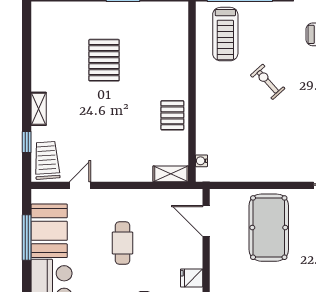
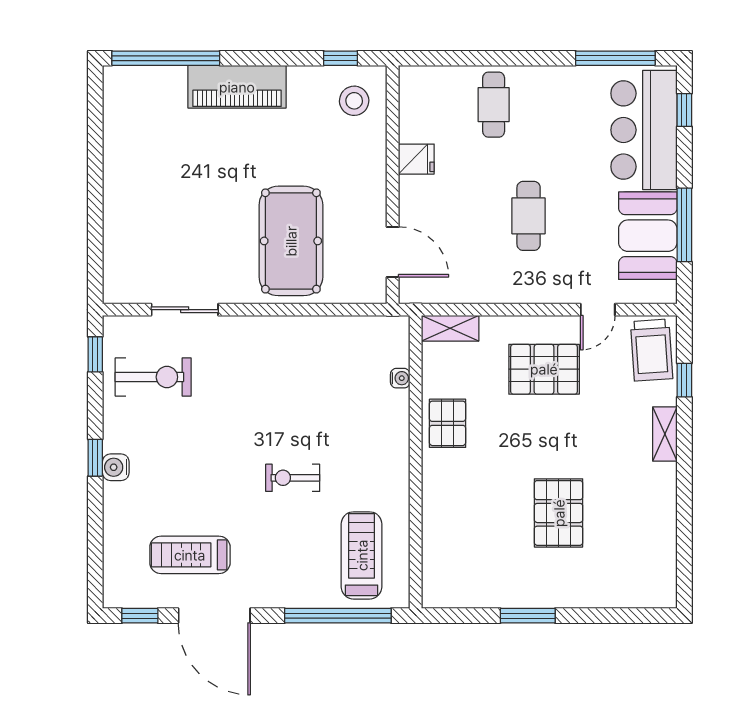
exercise bike: (268, 82) -> (293, 478), turned 132
pallet: (113, 149) -> (544, 369), added
water cooler: (202, 161) -> (400, 378), moved

